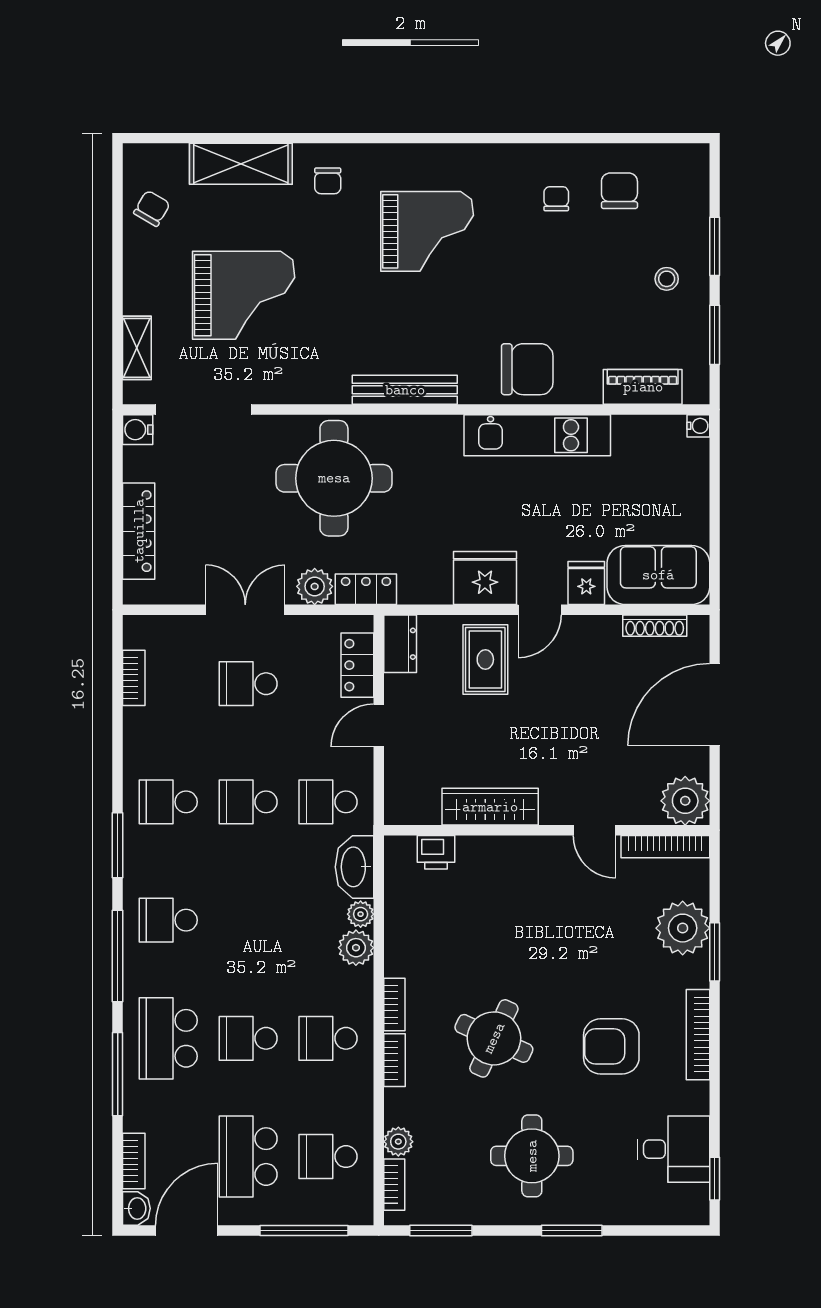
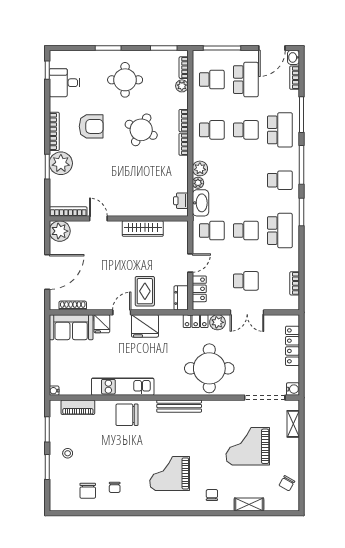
shelving: (241, 164) -> (249, 504), width x0.67, depth x0.75
school desk: (168, 802) -> (280, 231), width x1.85
printer: (436, 852) -> (181, 201), moved, turned -90
plant: (683, 928) -> (61, 163), moved

